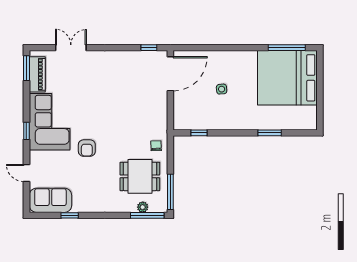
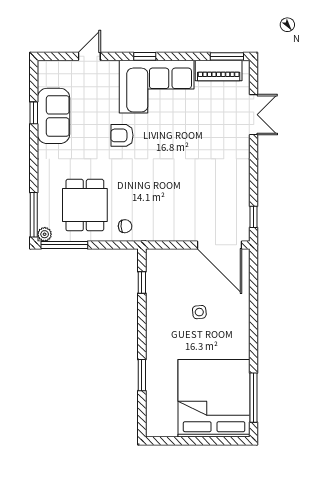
sofa: (50, 200) -> (54, 116), moved
plant: (143, 207) -> (45, 234), moved

